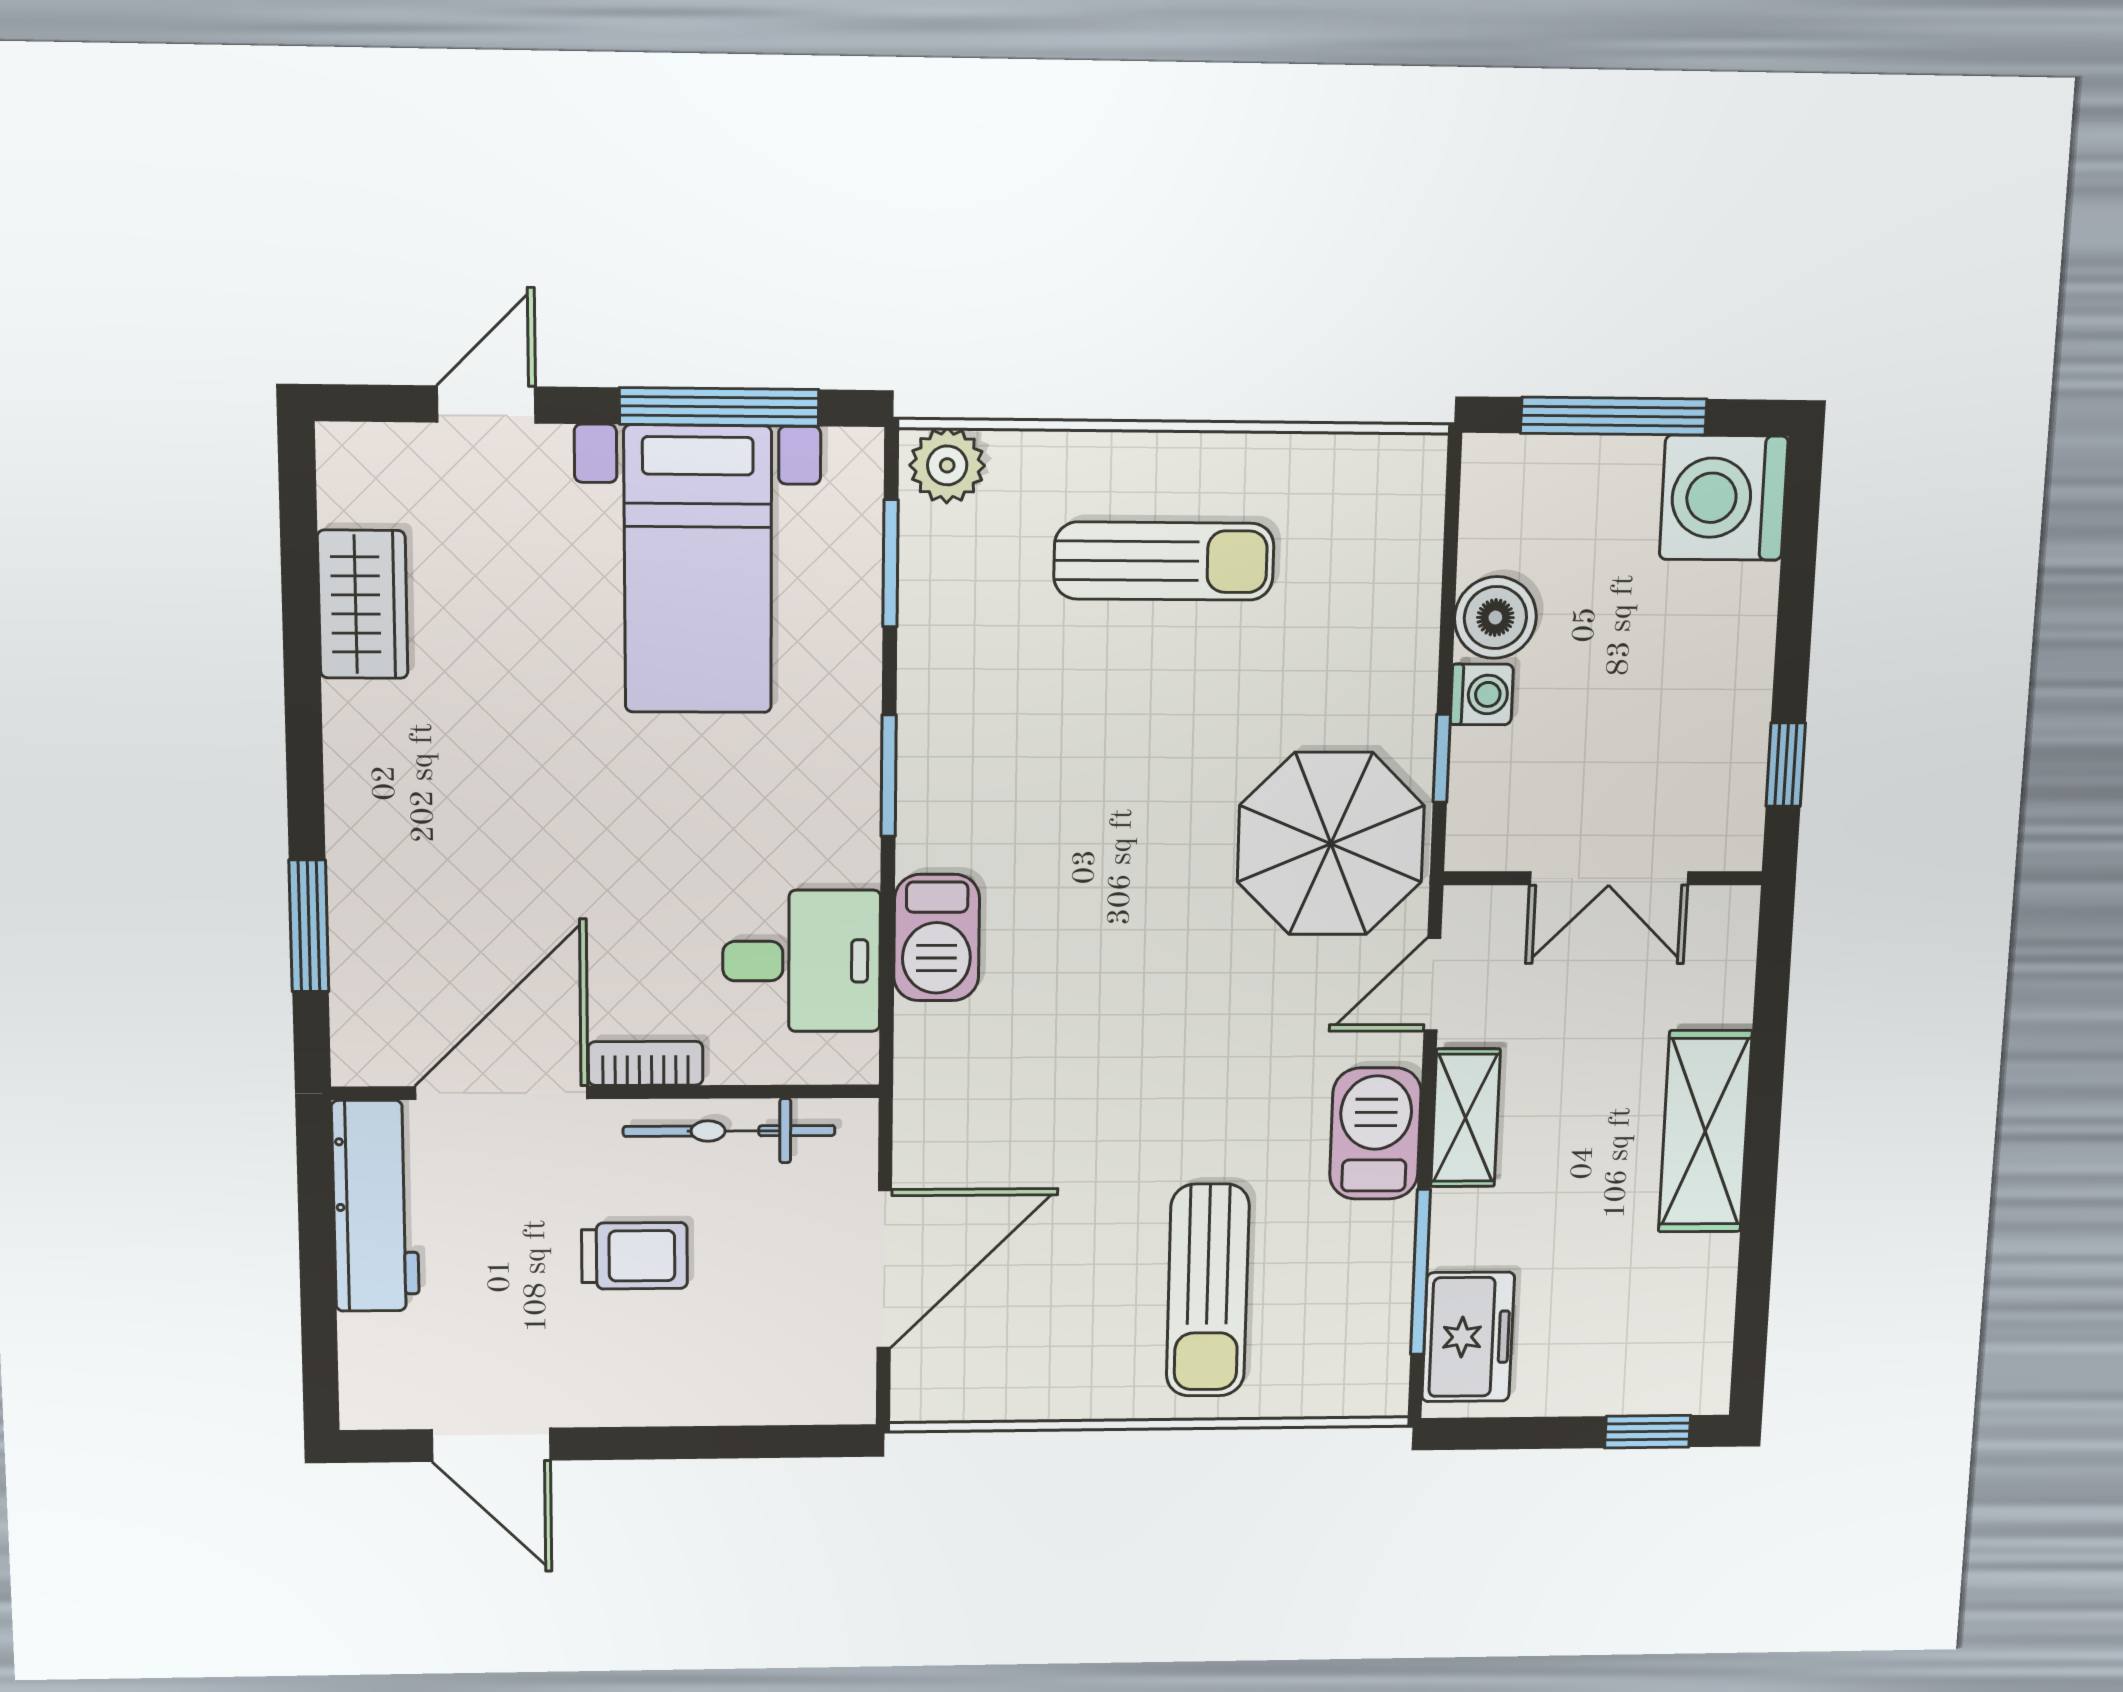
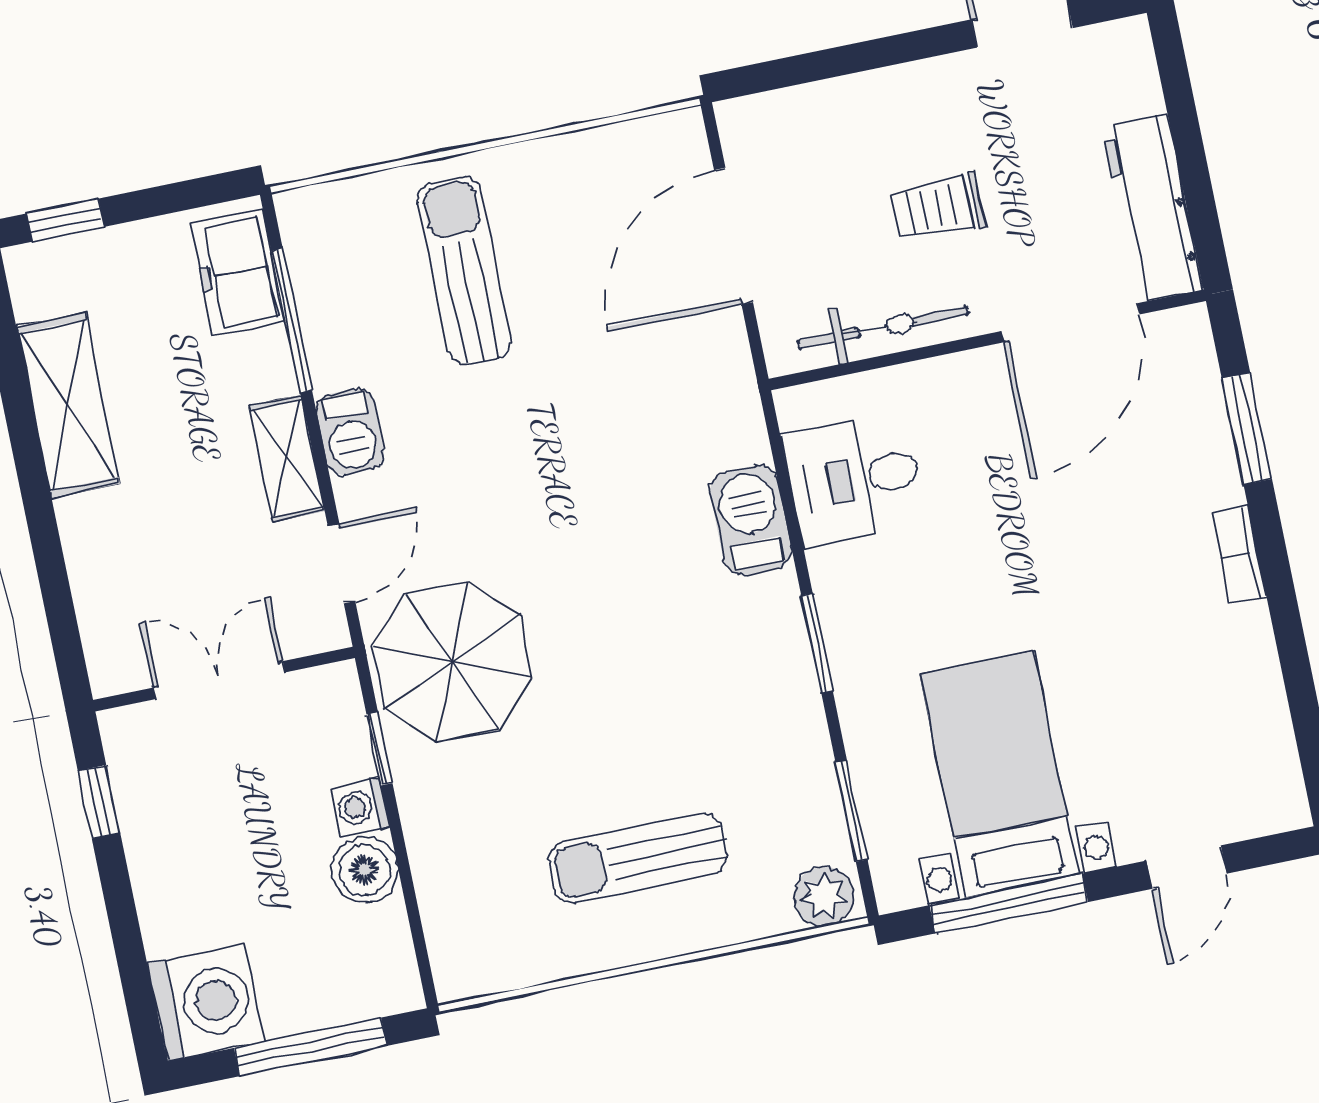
wardrobe: (363, 604) -> (1252, 693), removed
bookcase: (646, 1063) -> (1239, 555), moved, turned 90
shelving: (1705, 1132) -> (68, 405), moved
barbecue: (1375, 1134) -> (350, 432), width x0.73, depth x0.79

